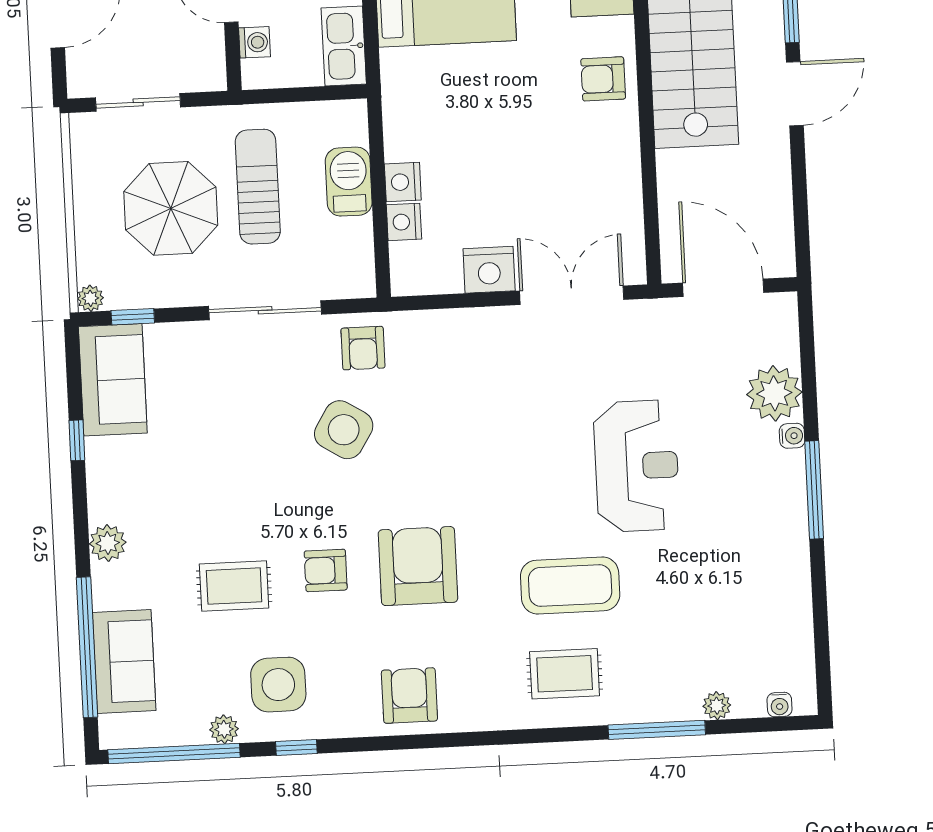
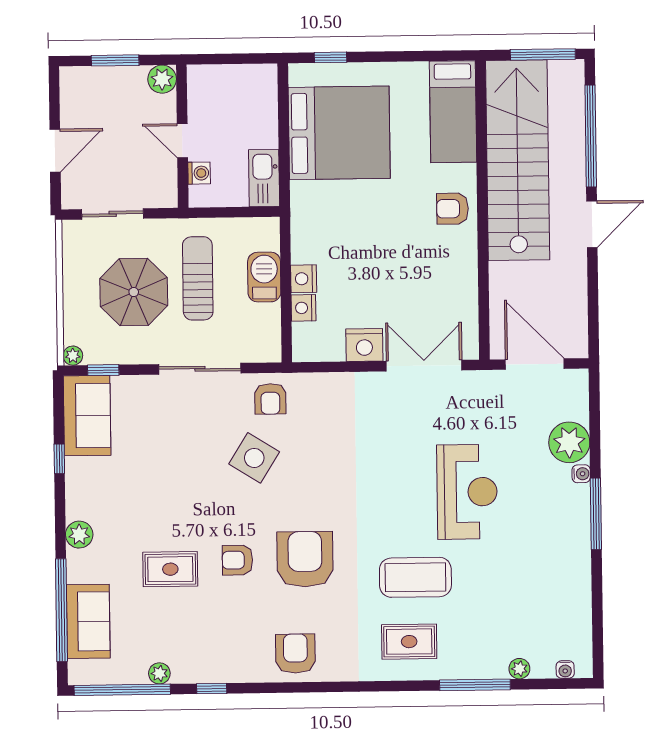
side table: (278, 685) -> (200, 642), removed

